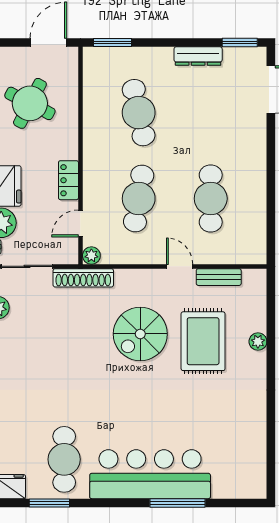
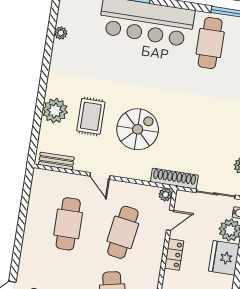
bench: (219, 277) -> (56, 161), moved
rug: (203, 341) -> (91, 116), width x0.73, depth x0.70
plant: (258, 342) -> (55, 111), width x1.88, depth x1.88
plant: (258, 442) -> (61, 33), added

